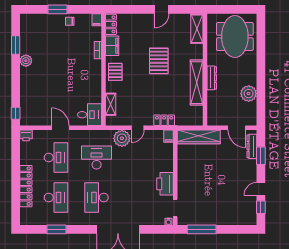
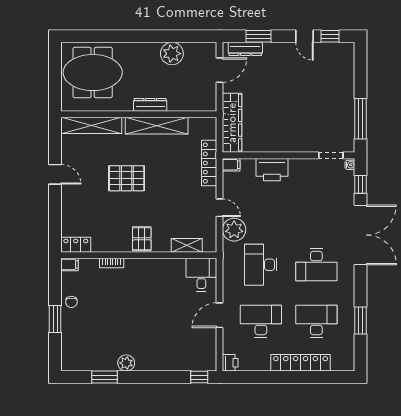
shelving: (197, 29) -> (91, 125), width x1.47
filing cabinet: (112, 46) -> (106, 243), removed
pallet: (115, 72) -> (142, 239), turned 90
locker: (164, 120) -> (209, 163), width x1.53
printer: (165, 184) -> (272, 170), moved
window: (154, 229) -> (361, 184), added

